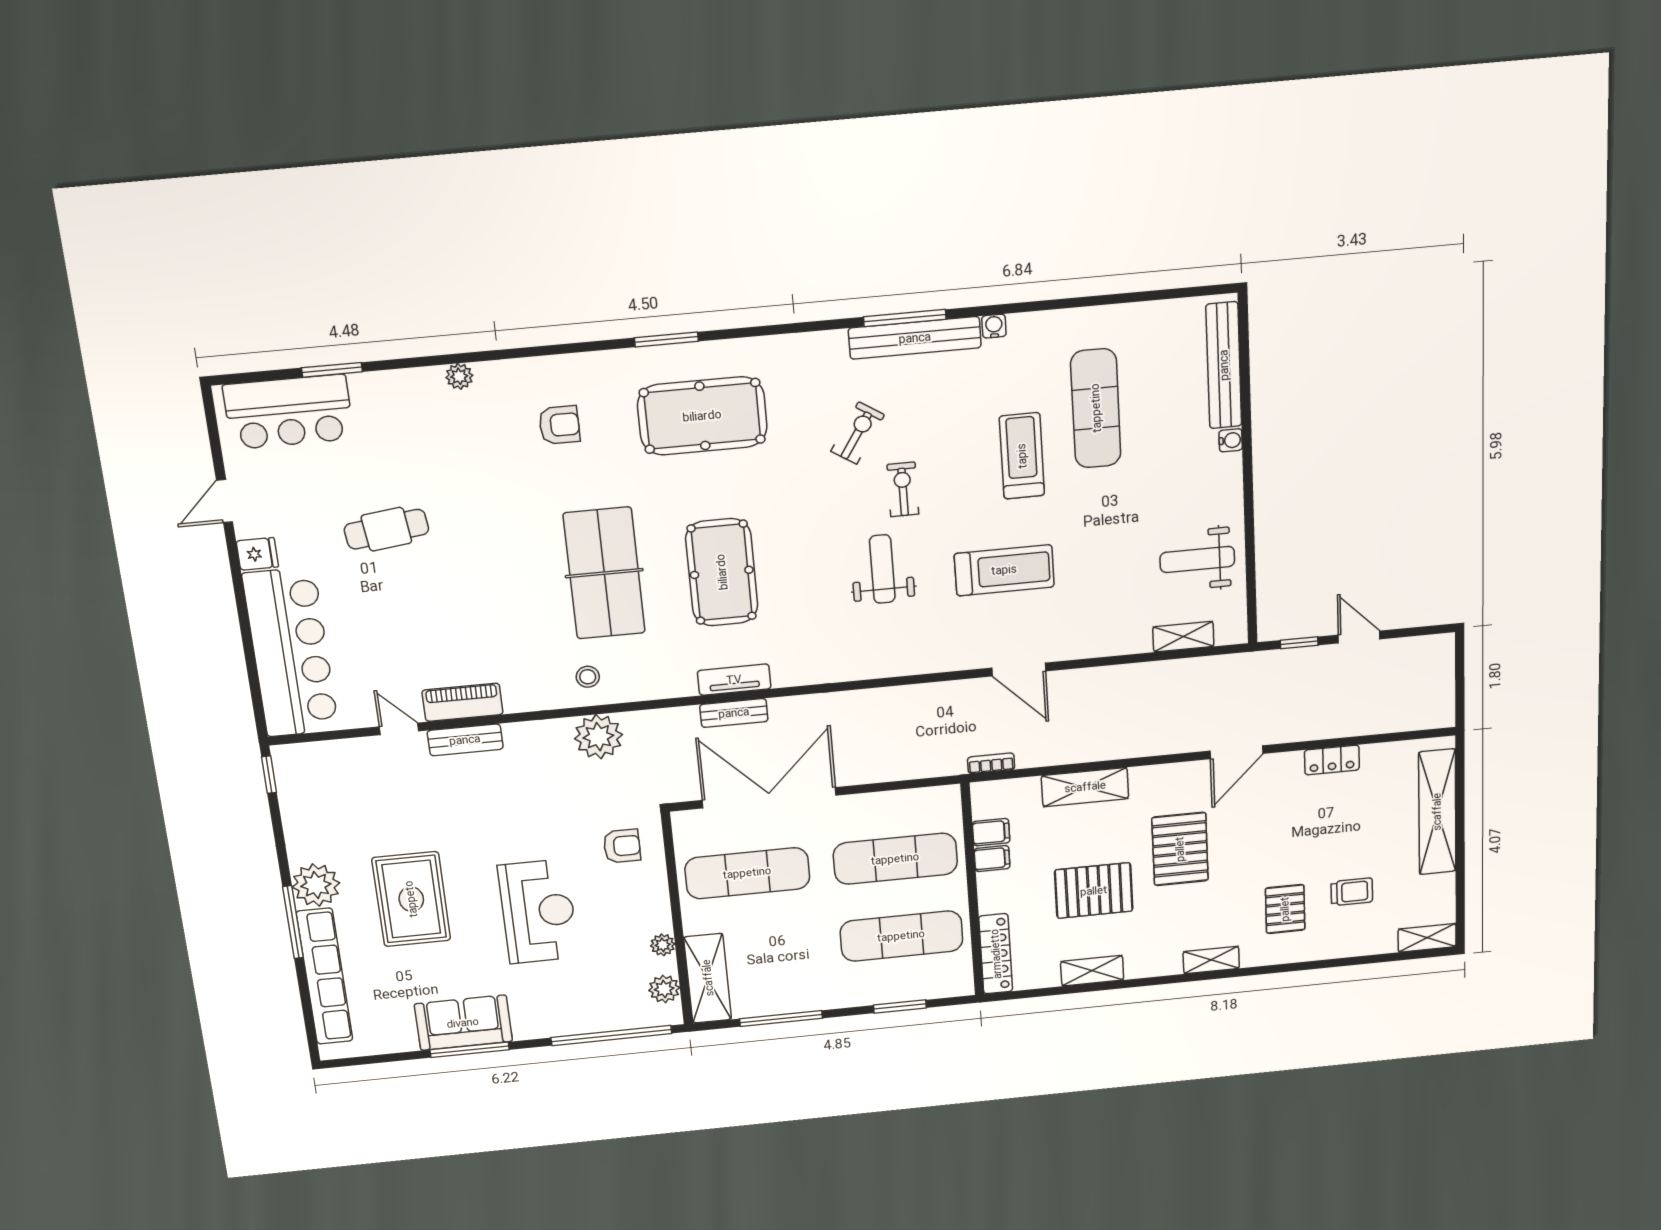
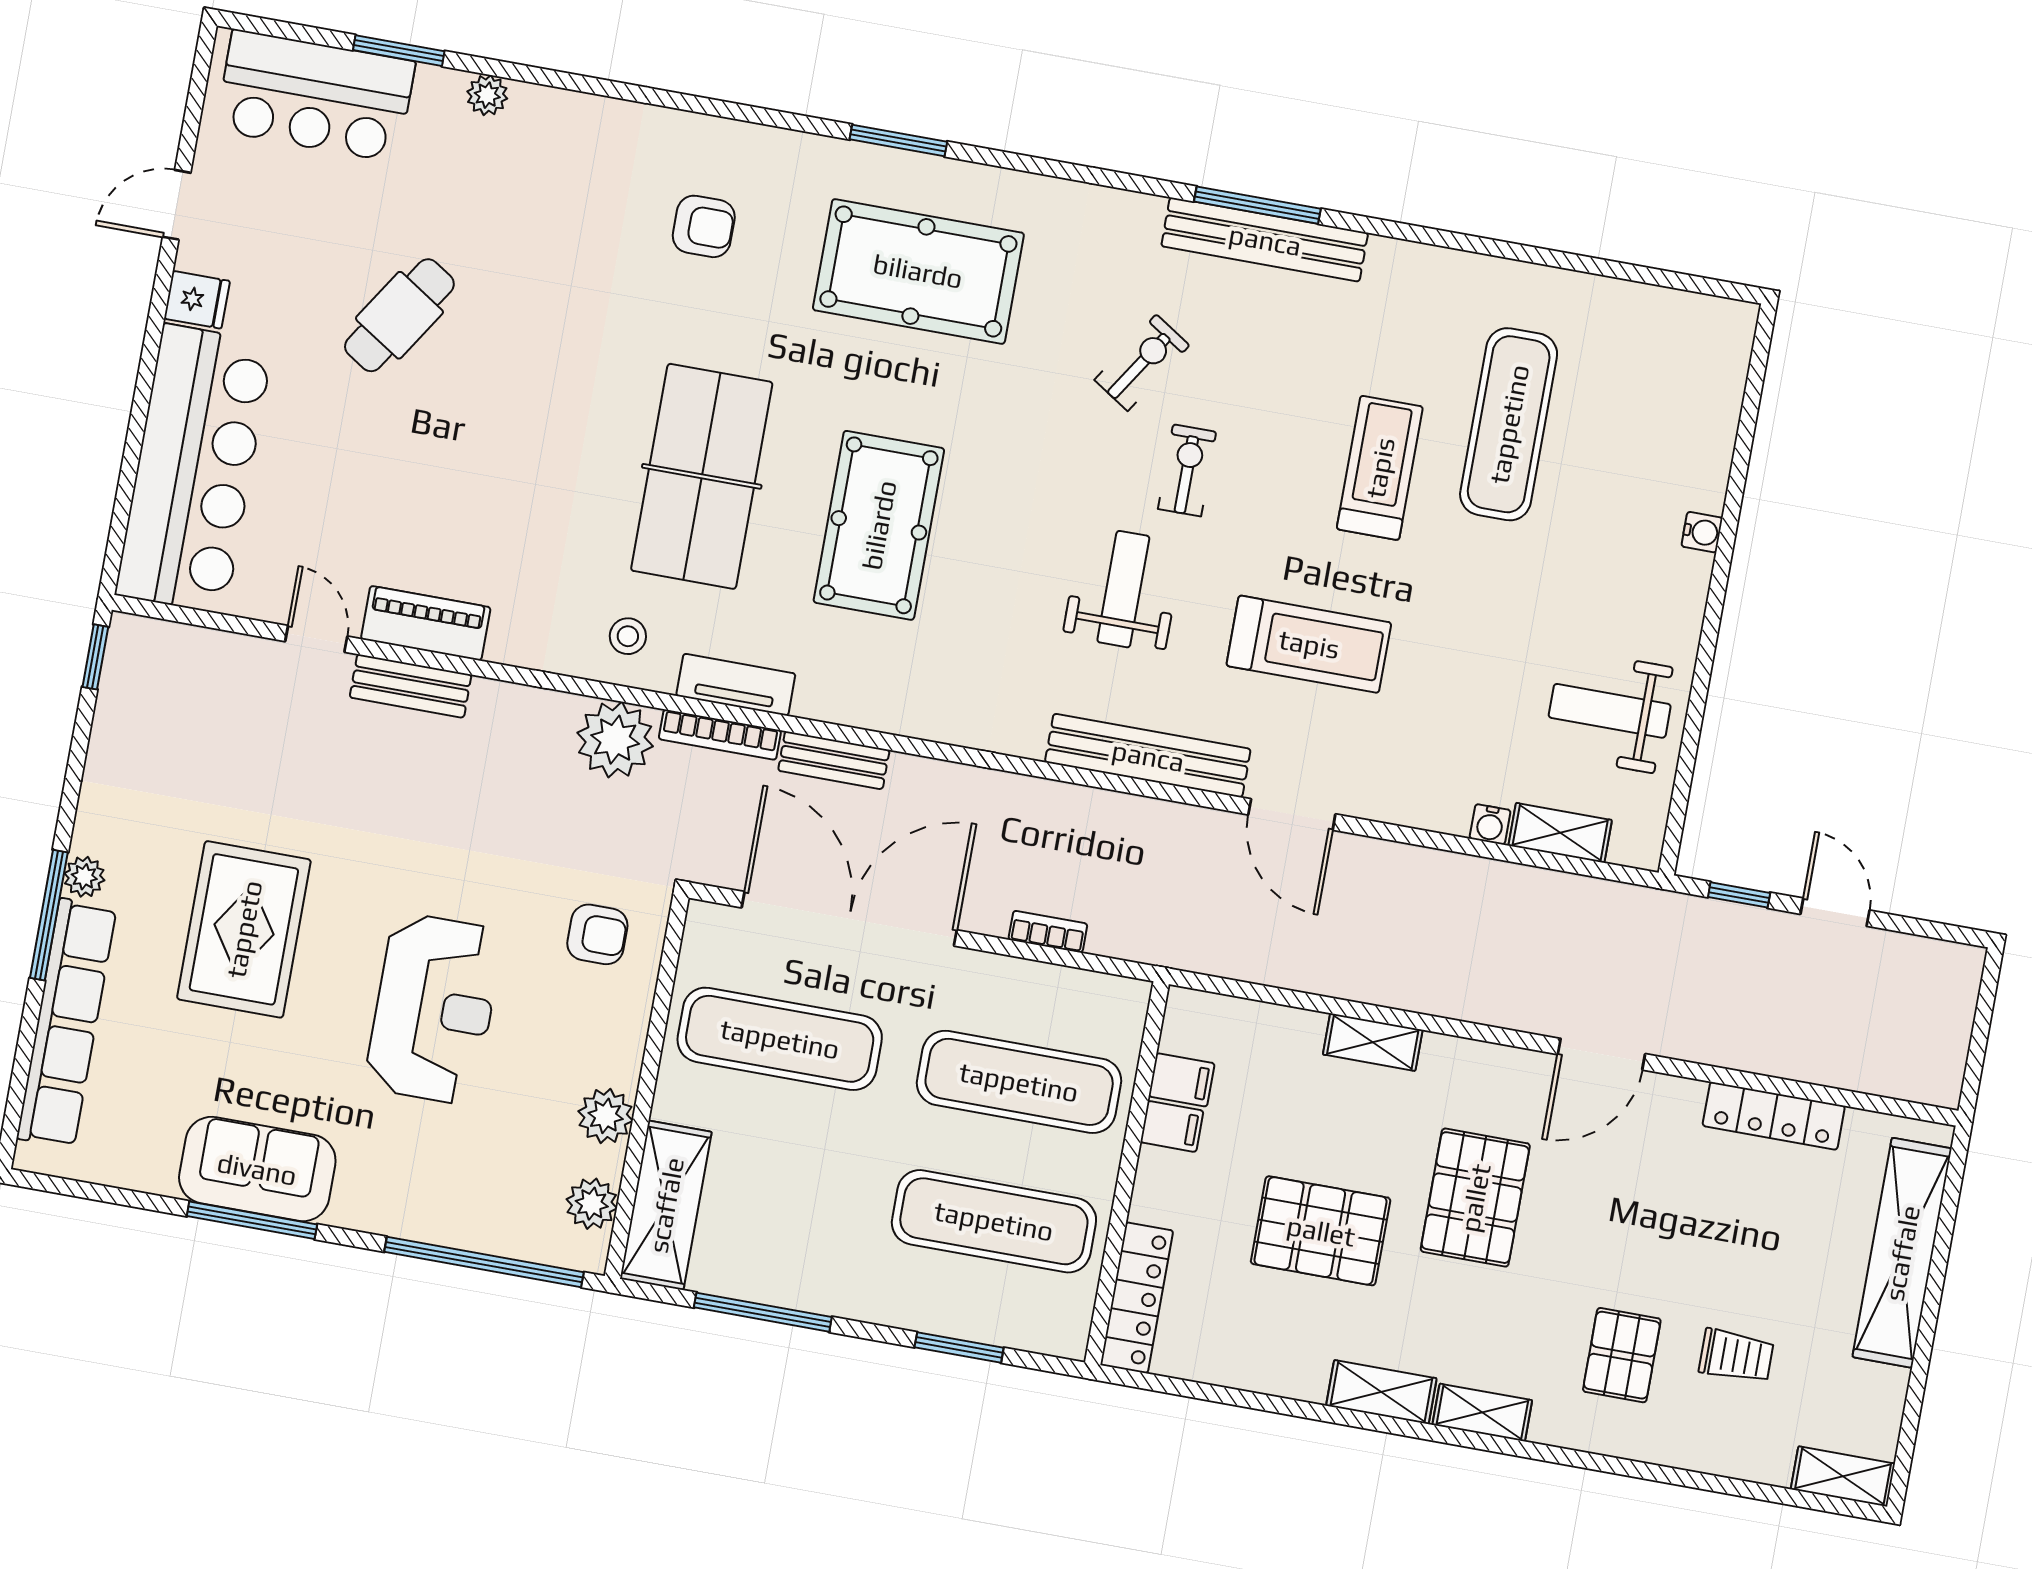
water cooler: (994, 326) -> (1490, 824), moved, turned 180
bench: (1224, 365) -> (1148, 756), moved, turned 90
plant: (459, 376) -> (487, 95), moved
cafe table: (386, 529) -> (399, 315), turned -50
tv unit: (734, 680) -> (736, 685), moved
bookcase: (661, 717) -> (720, 735), added
locker: (1332, 760) -> (1774, 1116), width x1.53
bookcase: (991, 763) -> (1048, 932), moved
shelving: (1085, 787) -> (1373, 1042), width x0.67, depth x0.75
plant: (316, 885) -> (84, 877), width x0.53, depth x0.53
plant: (663, 945) -> (606, 1116), width x1.38, depth x1.38
shelving: (1092, 971) -> (1381, 1392), moved

